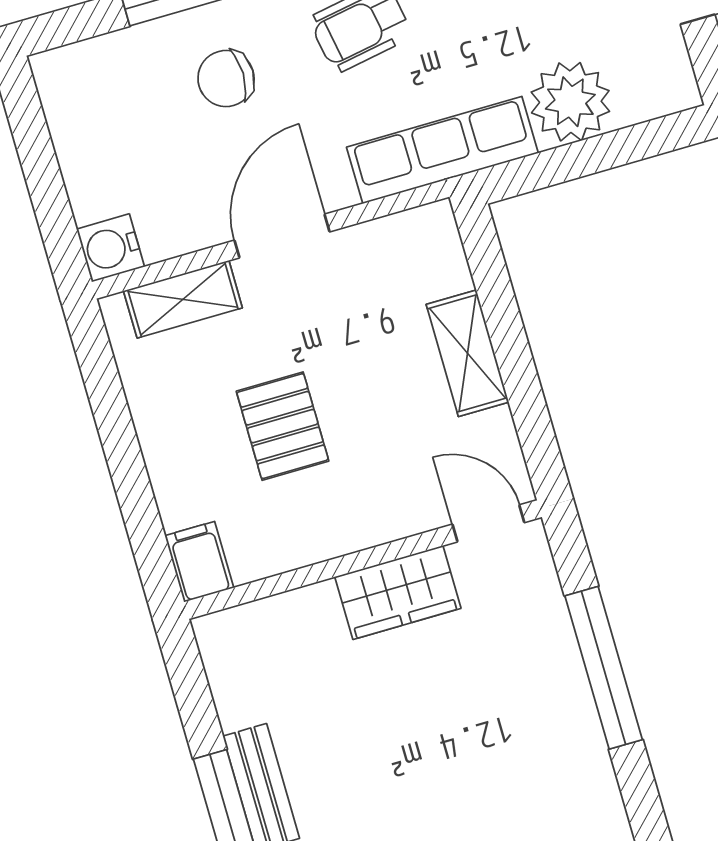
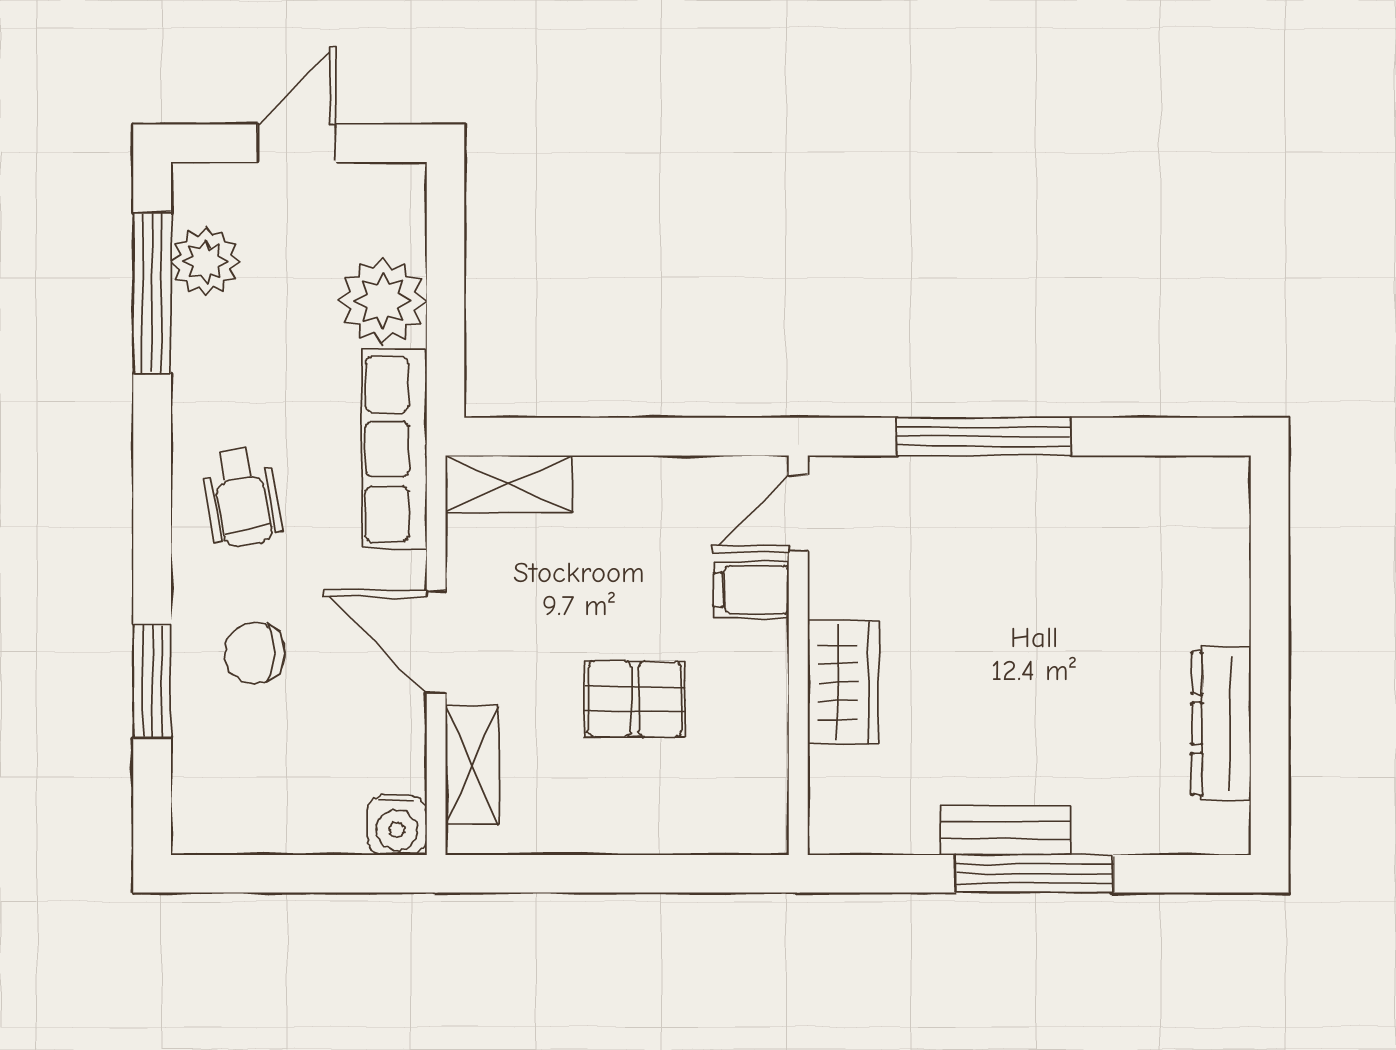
chair: (226, 78) -> (255, 653), turned 90
shelving: (468, 353) -> (509, 484), moved
filing cabinet: (199, 562) -> (751, 590), moved
wardrobe: (398, 593) -> (843, 682), moved

